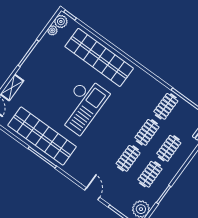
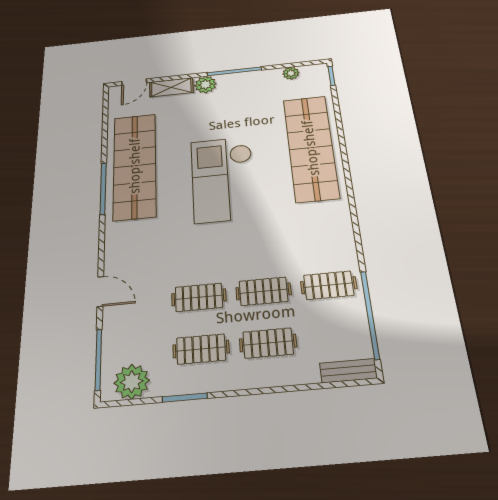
plant: (61, 21) -> (205, 85), moved
checkout: (82, 106) -> (223, 179), turned 90
door: (92, 194) -> (100, 291), hinge flipped

